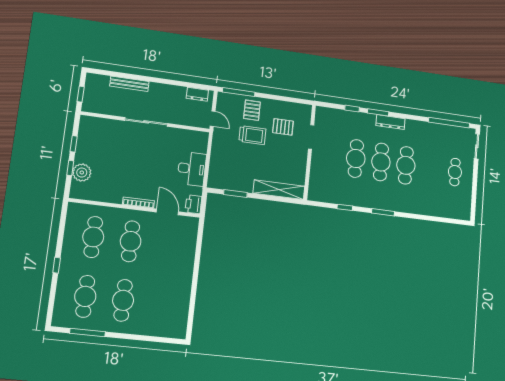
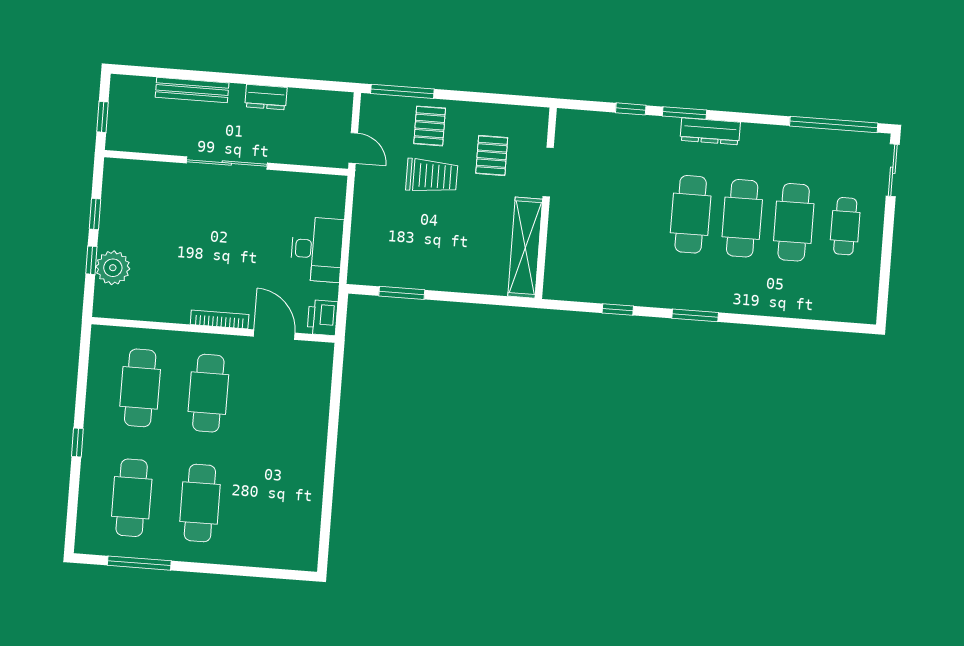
dresser: (197, 94) -> (266, 97), moved
pallet: (283, 127) -> (492, 155), turned 90
cafe table: (356, 159) -> (794, 222), moved
shelving: (279, 190) -> (525, 248), moved, turned 90

